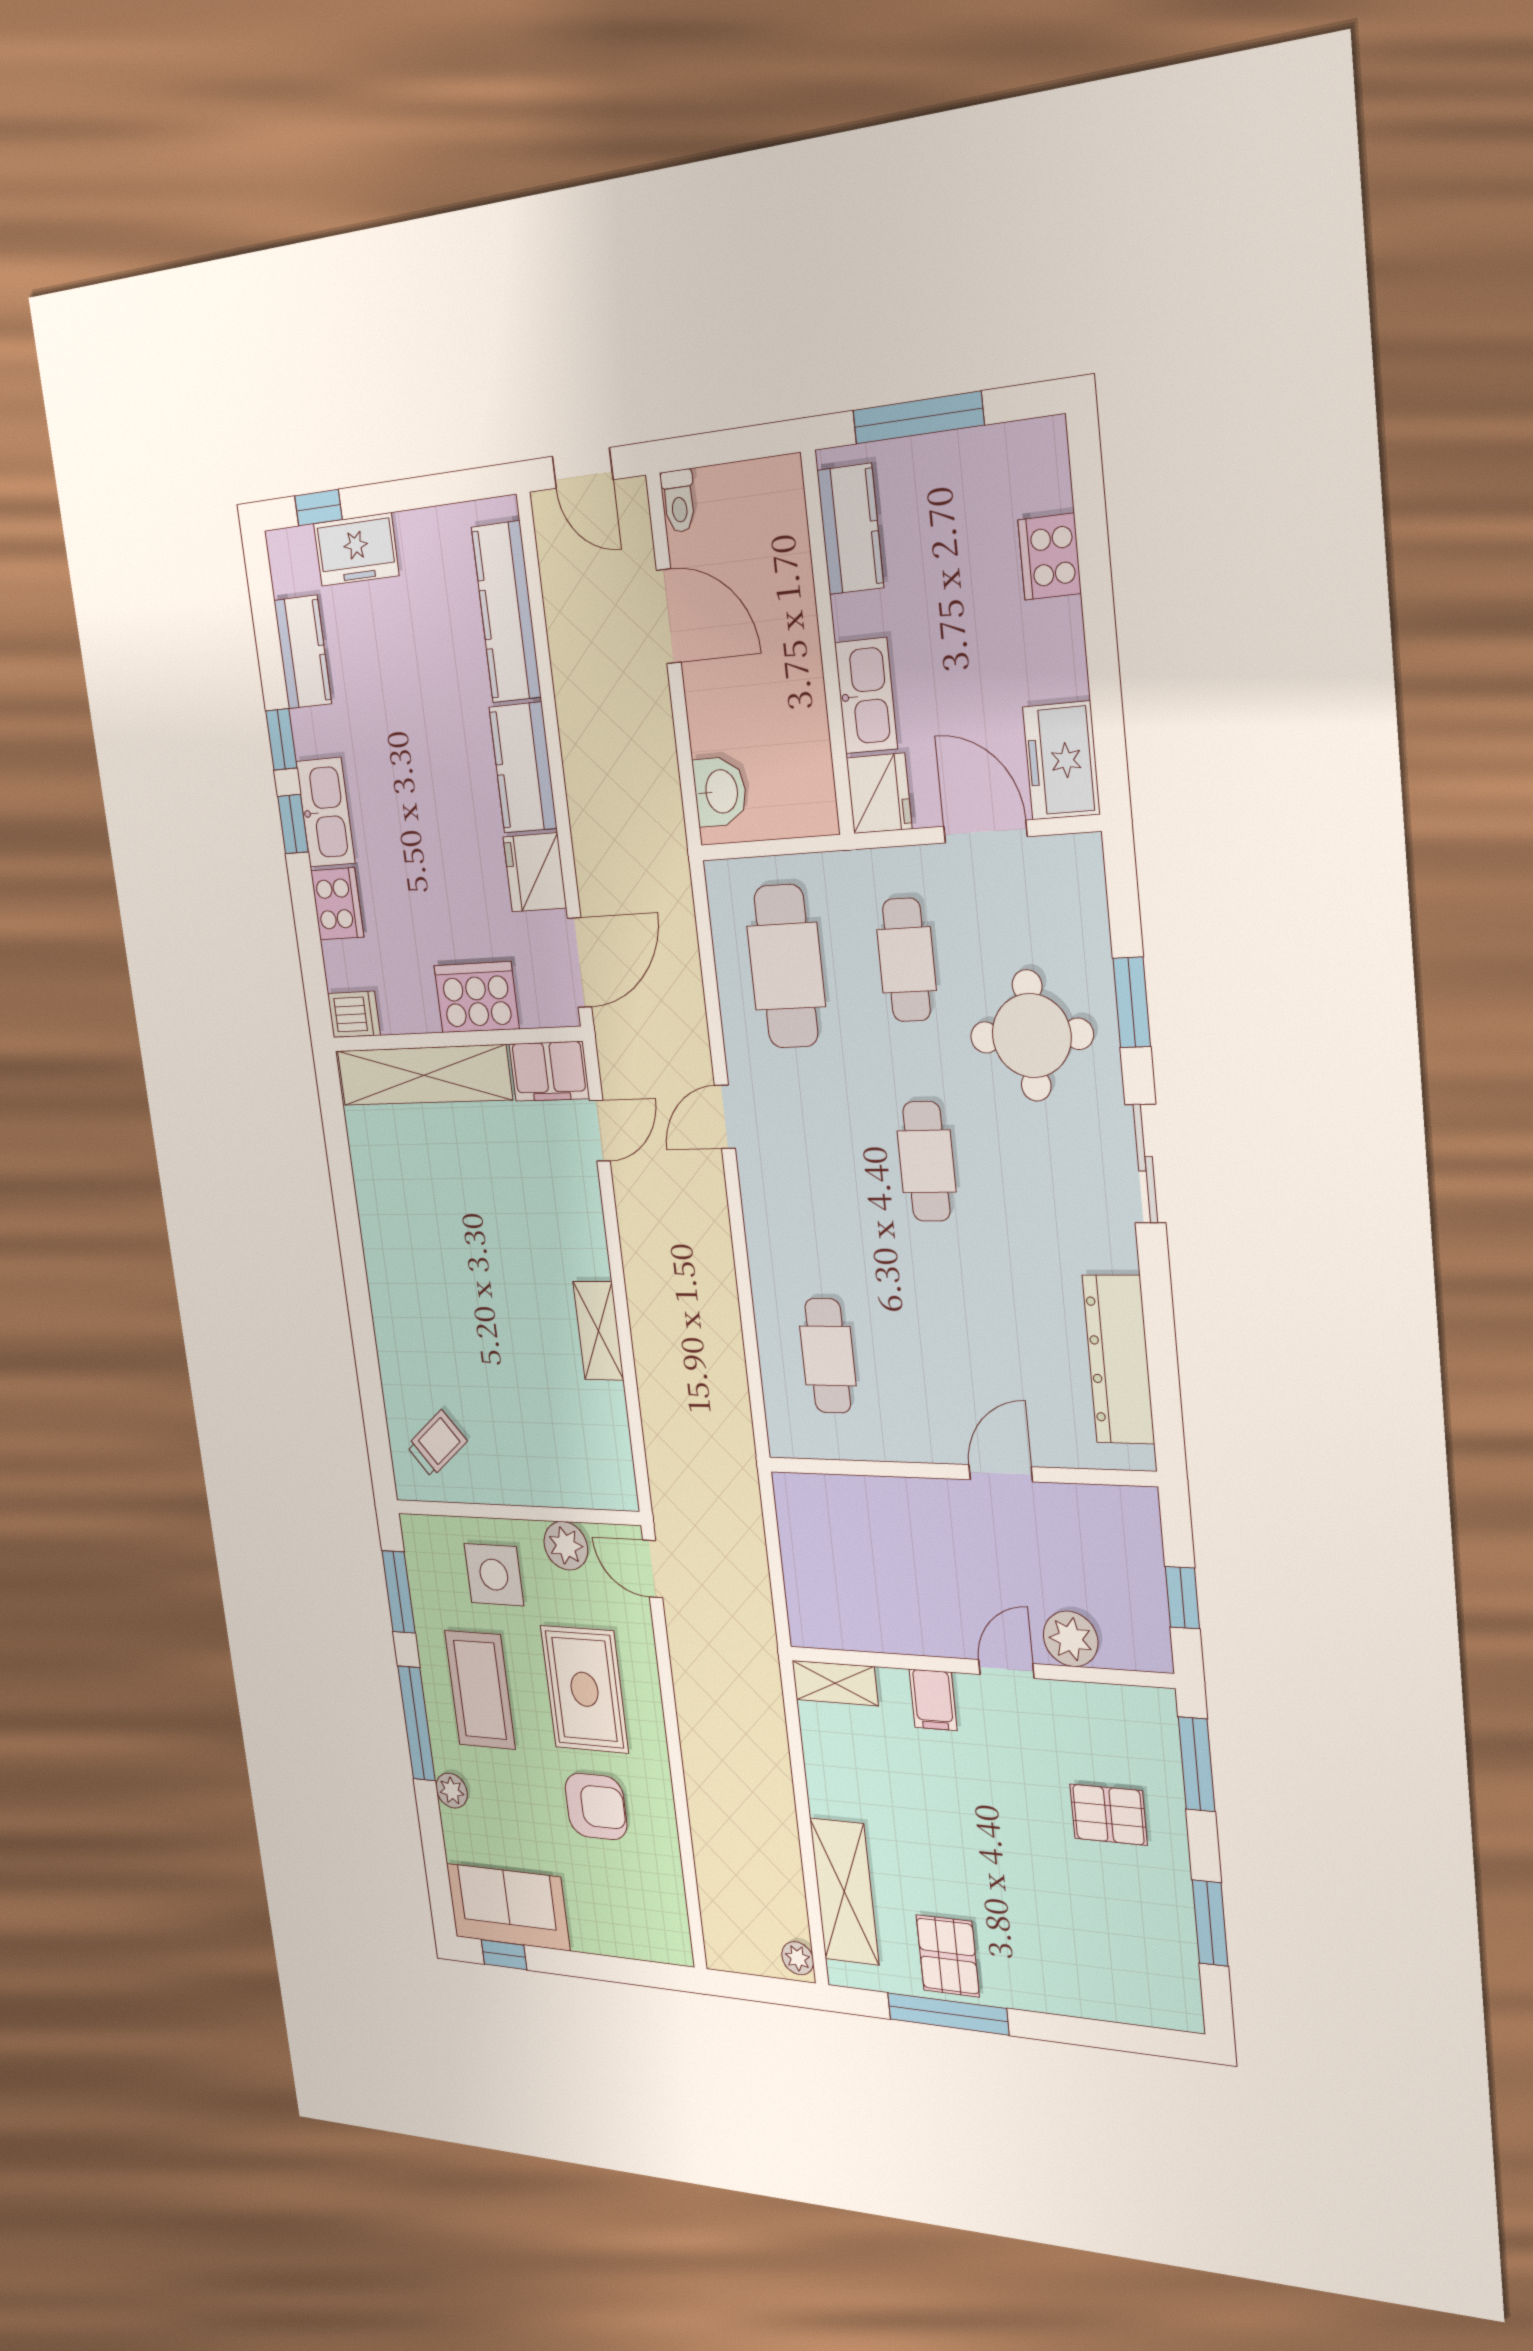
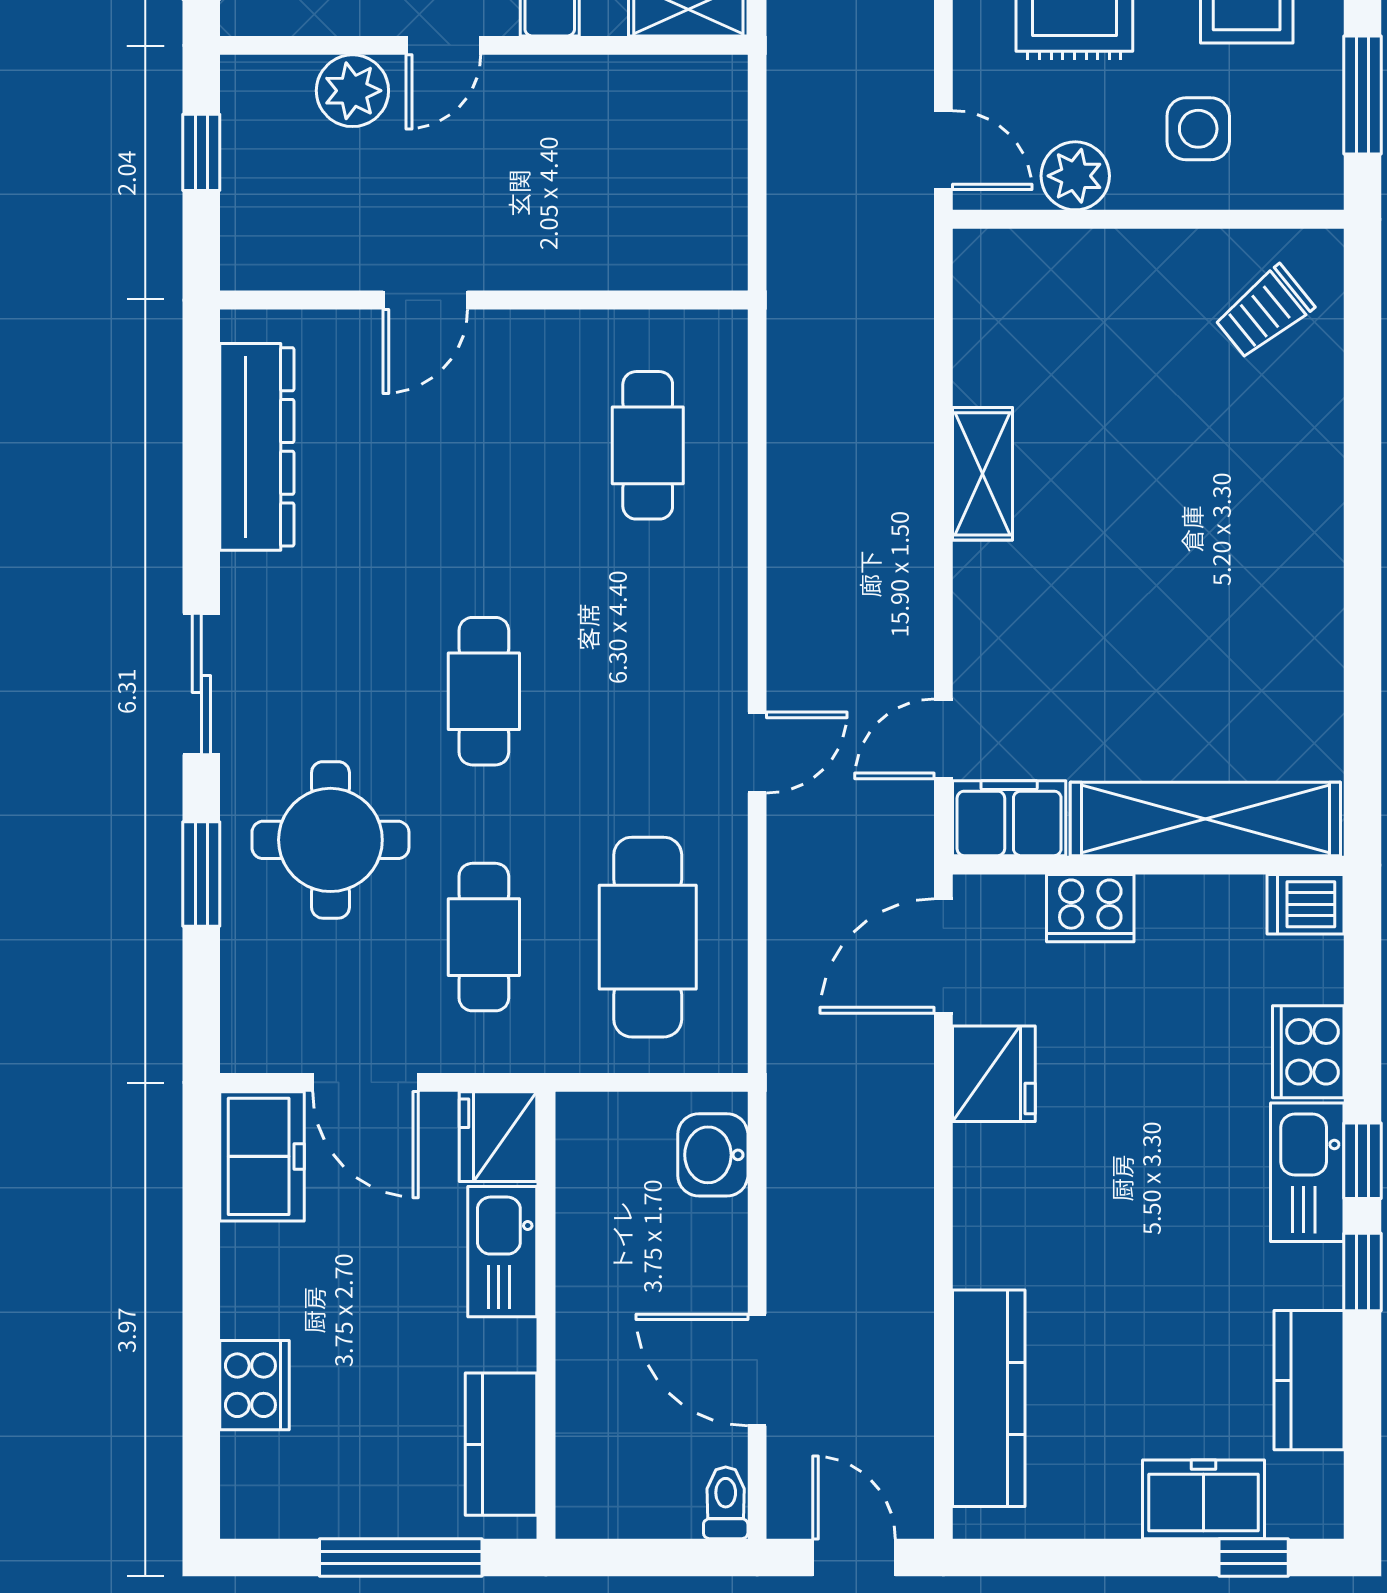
kitchen counter: (523, 768) -> (992, 1206), removed
cooker: (477, 997) -> (1090, 908), width x0.73, depth x0.76
side table: (494, 1575) -> (1198, 129), width x0.73, depth x0.73

